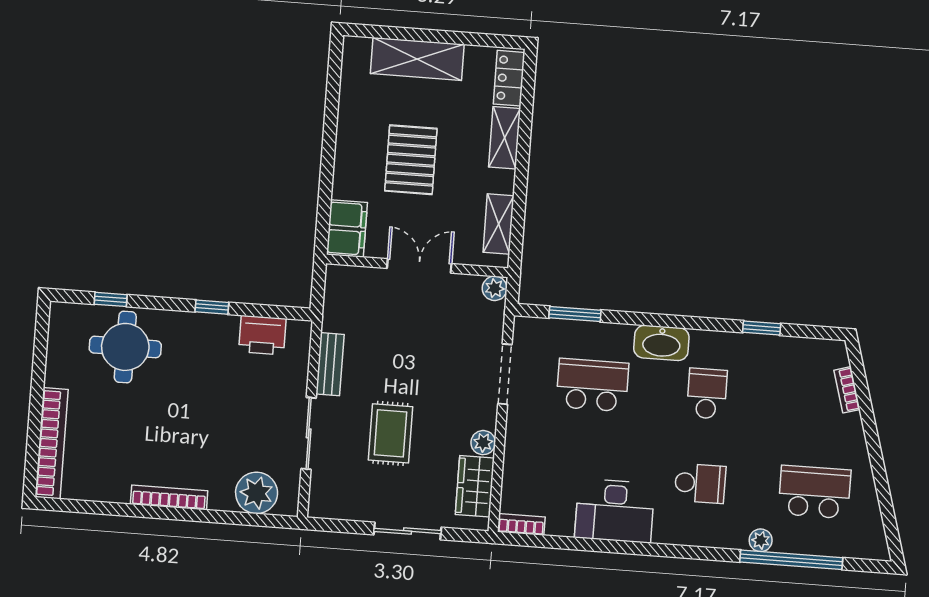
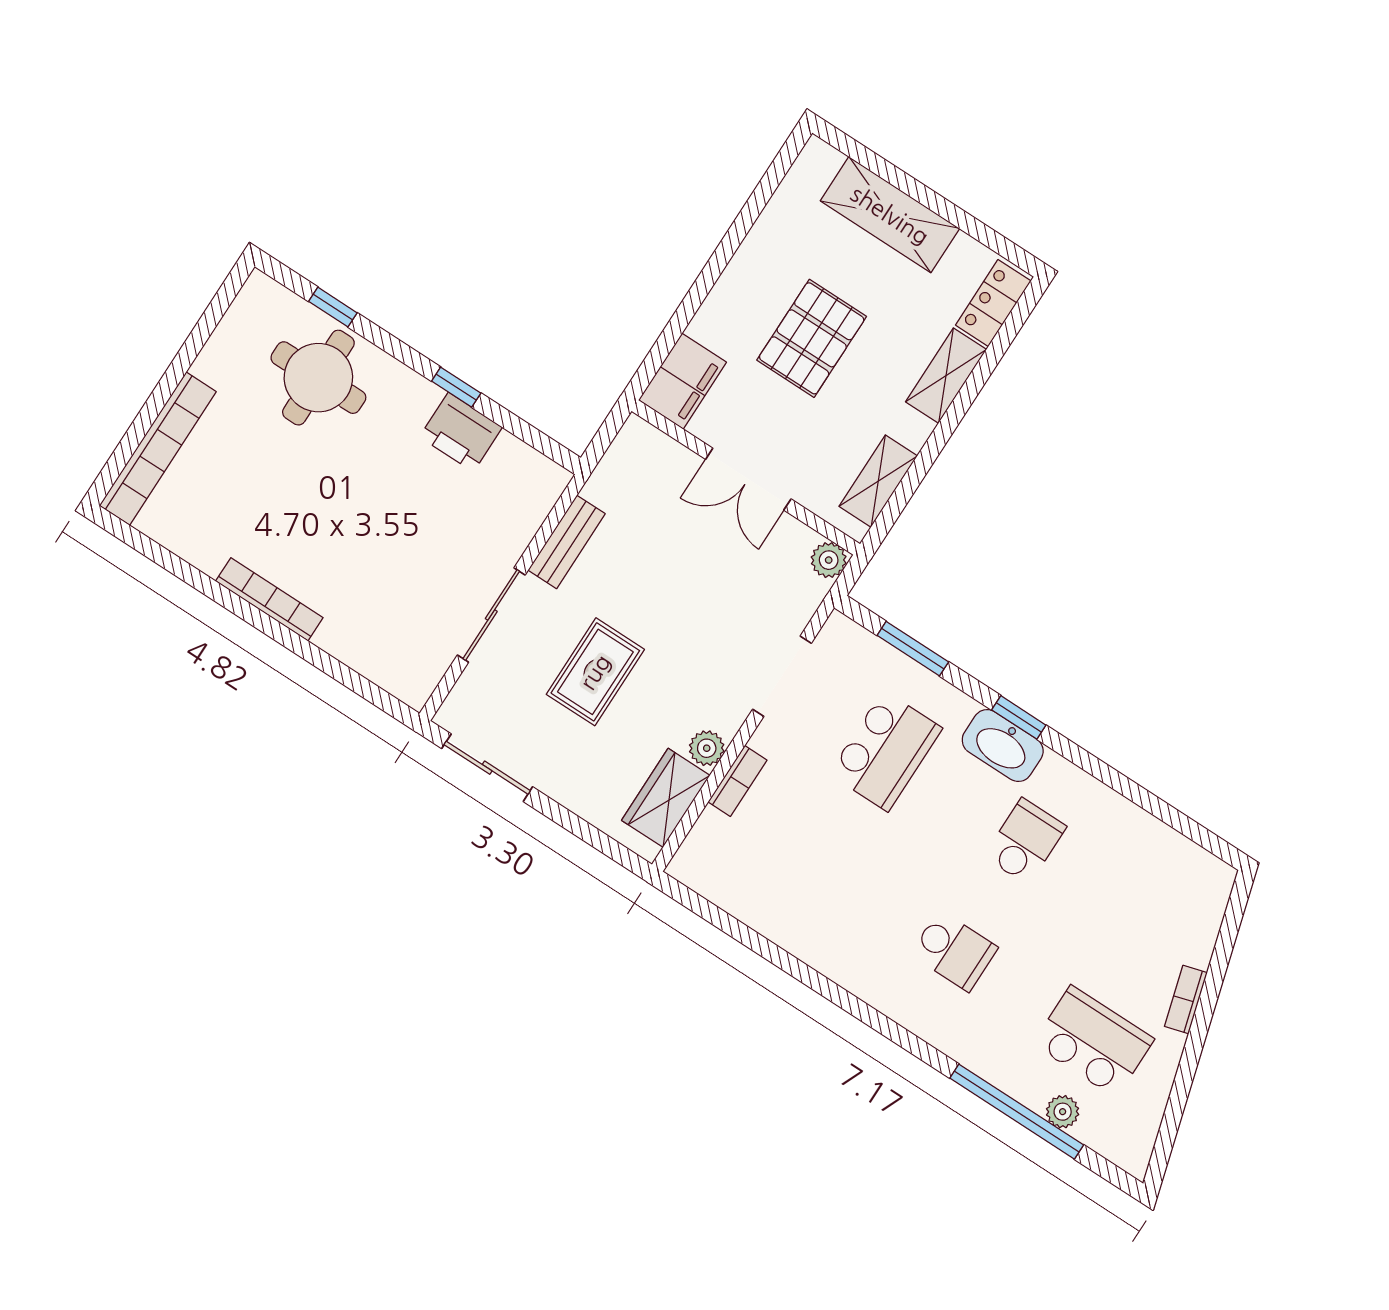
double door: (419, 266) -> (748, 479), swing flipped
window: (762, 328) -> (1019, 717), moved
printer: (262, 335) -> (461, 432), moved
school desk: (592, 385) -> (886, 751), turned 90
bookcase: (847, 390) -> (1186, 1000), moved
plant: (257, 493) -> (384, 654), removed
desk: (615, 511) -> (826, 926), removed
bookcase: (521, 524) -> (737, 781), moved, turned 90
sliding door: (408, 531) -> (487, 768), moved
plant: (761, 540) -> (1063, 1112), moved

